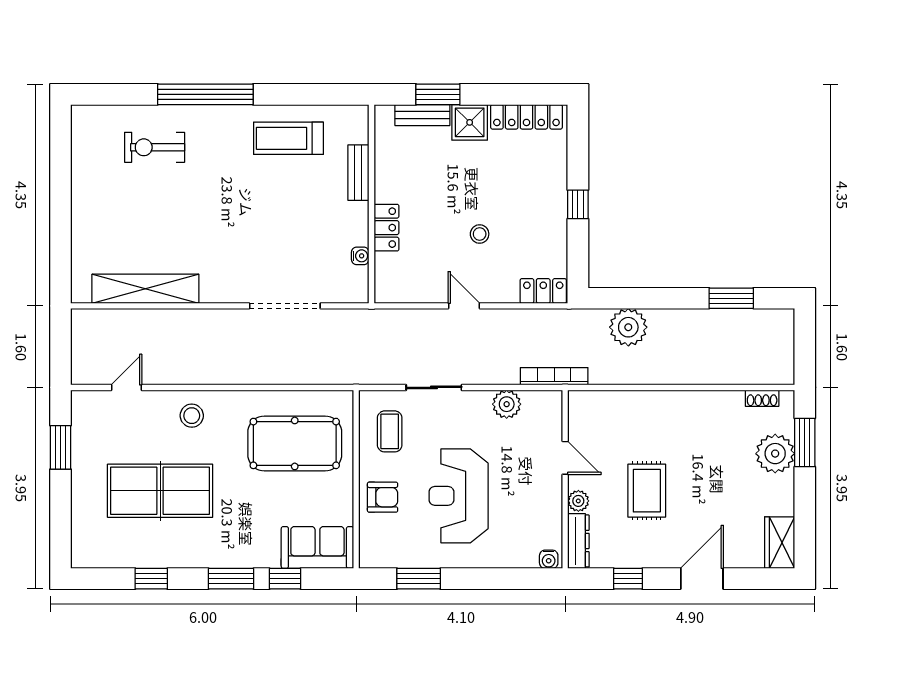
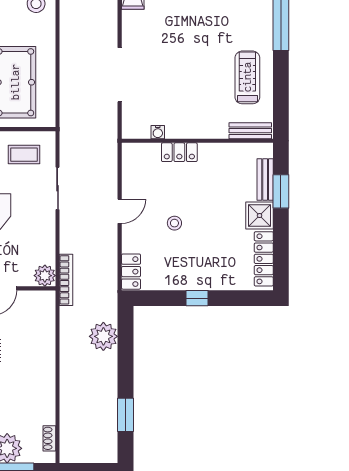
bench: (358, 173) -> (250, 131), moved
plant: (507, 404) -> (45, 276), moved

